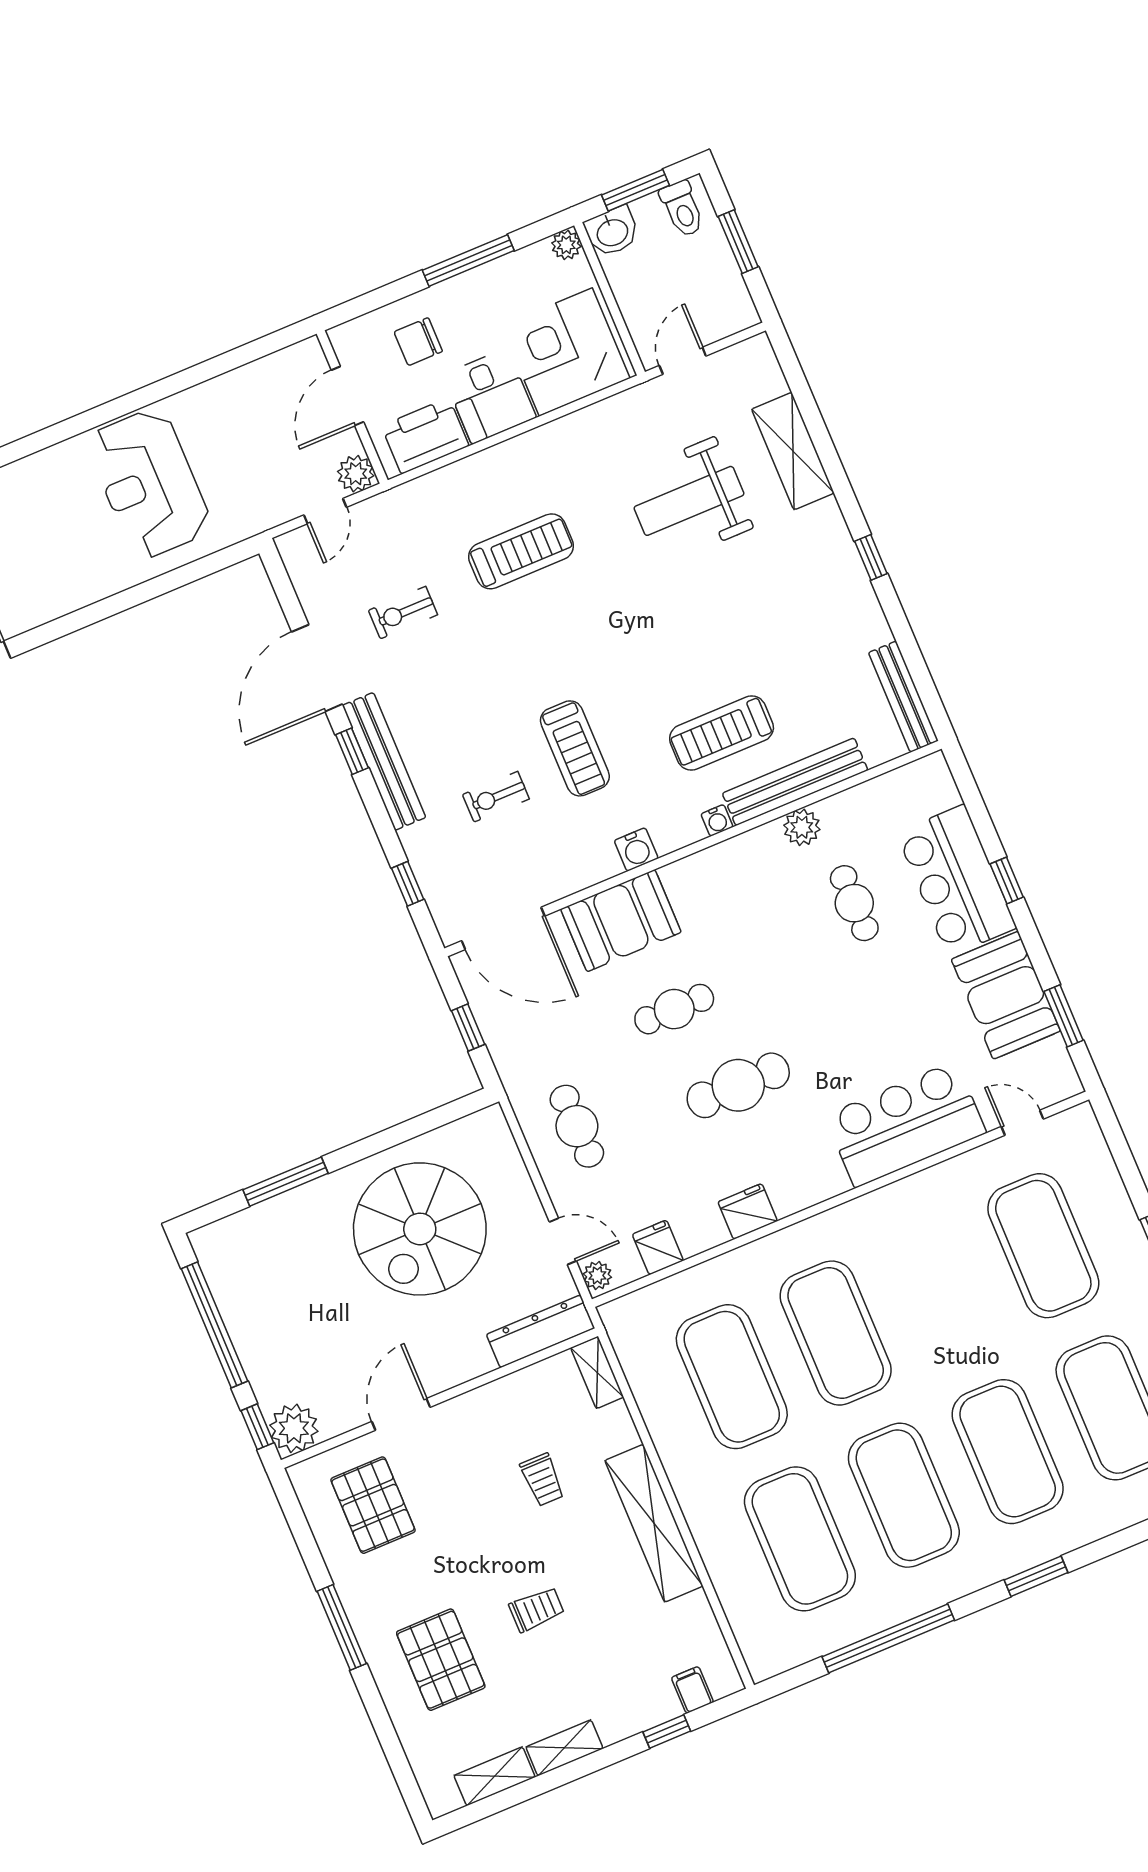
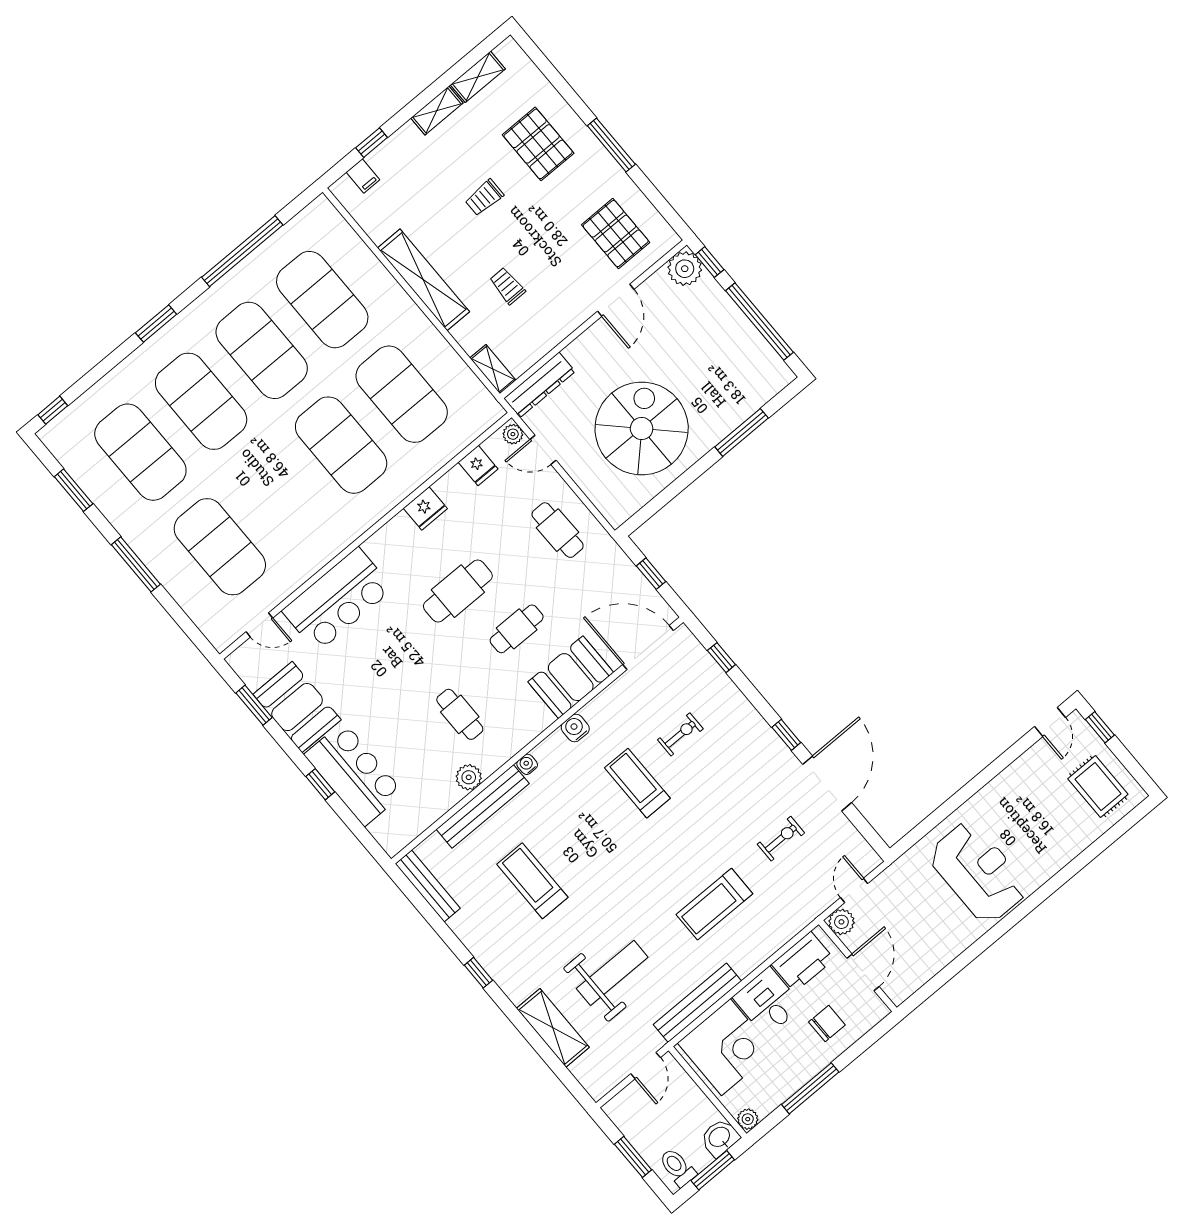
treadmill: (722, 733) -> (532, 881), moved, turned -90
bench: (384, 761) -> (697, 1003), moved, turned 90
cafe table: (854, 903) -> (460, 714), moved

